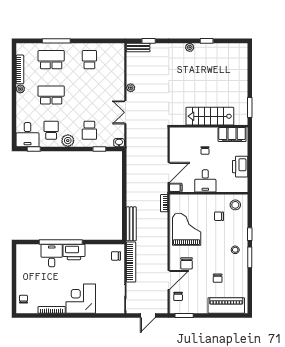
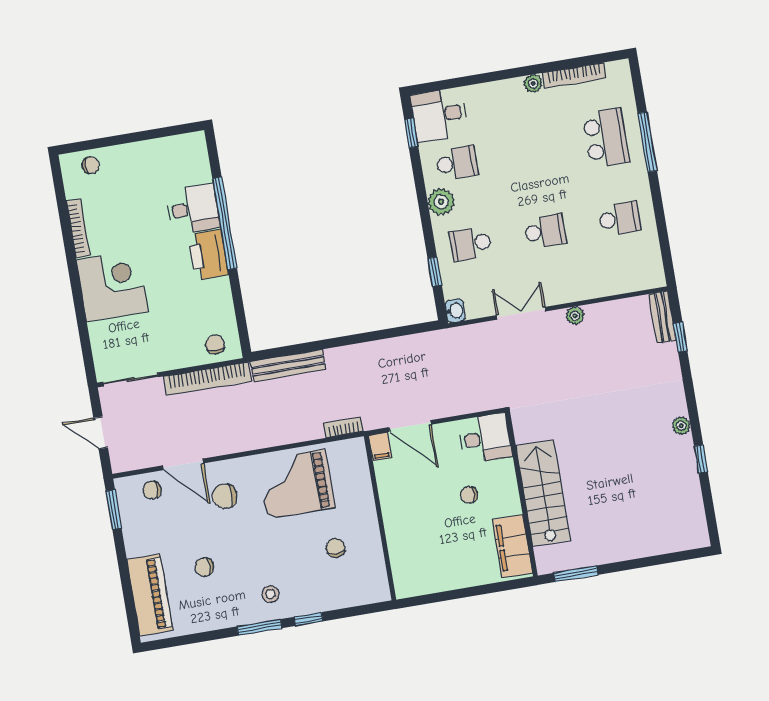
school desk: (51, 95) -> (545, 231), moved, width x0.54
printer: (240, 167) -> (448, 575), removed
desk: (205, 181) -> (485, 438), moved, turned 180
stool: (235, 205) -> (365, 578), removed
grand piano: (187, 229) -> (296, 484), turned 180

